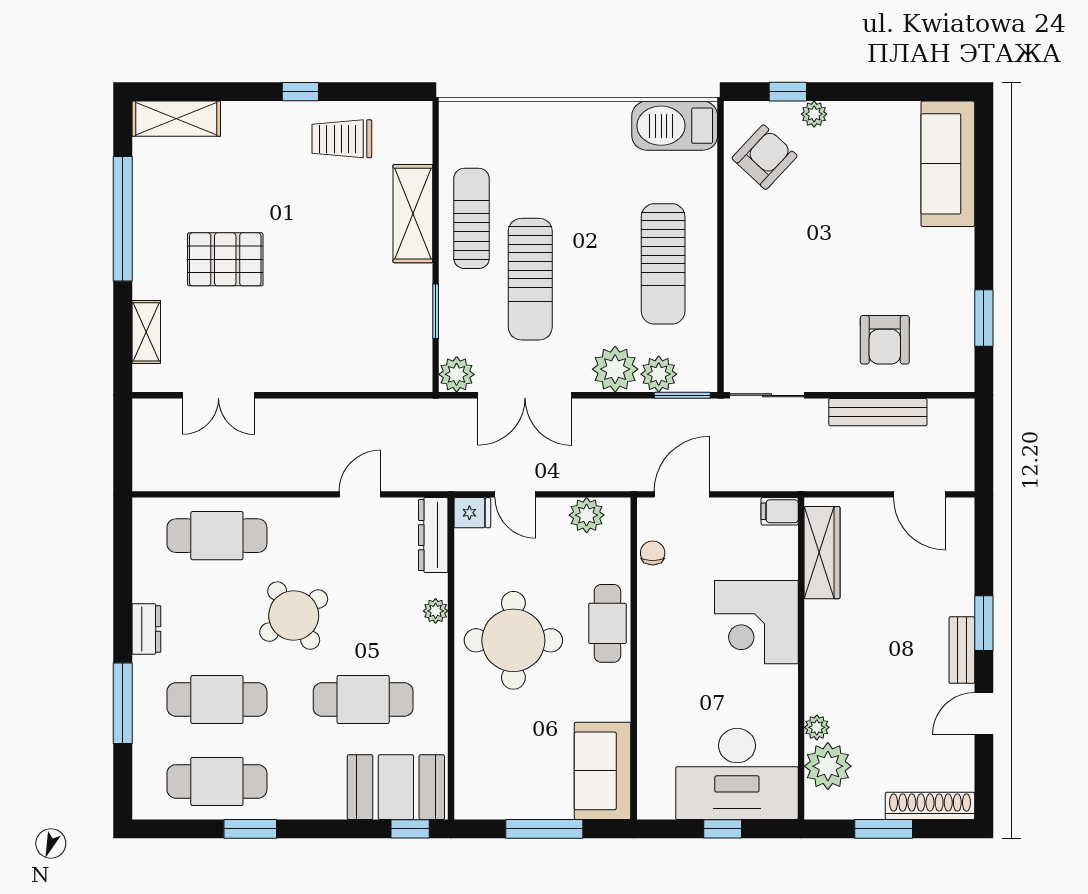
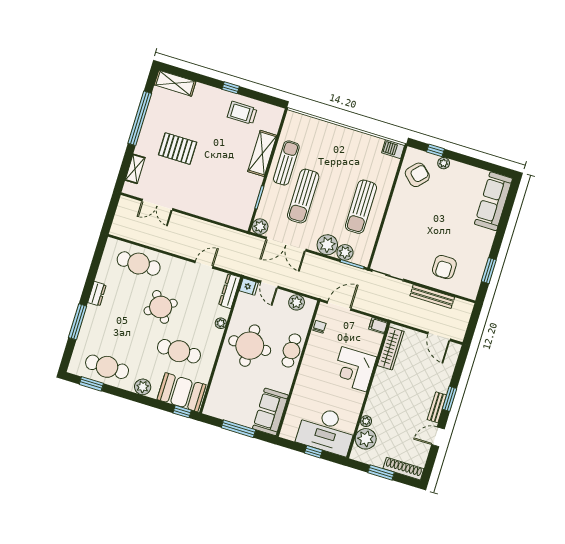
barbecue: (675, 126) -> (393, 149), width x0.53, depth x0.65
cafe table: (217, 700) -> (118, 332), removed
plant: (308, 801) -> (143, 387), added
window: (250, 829) -> (91, 384), moved

